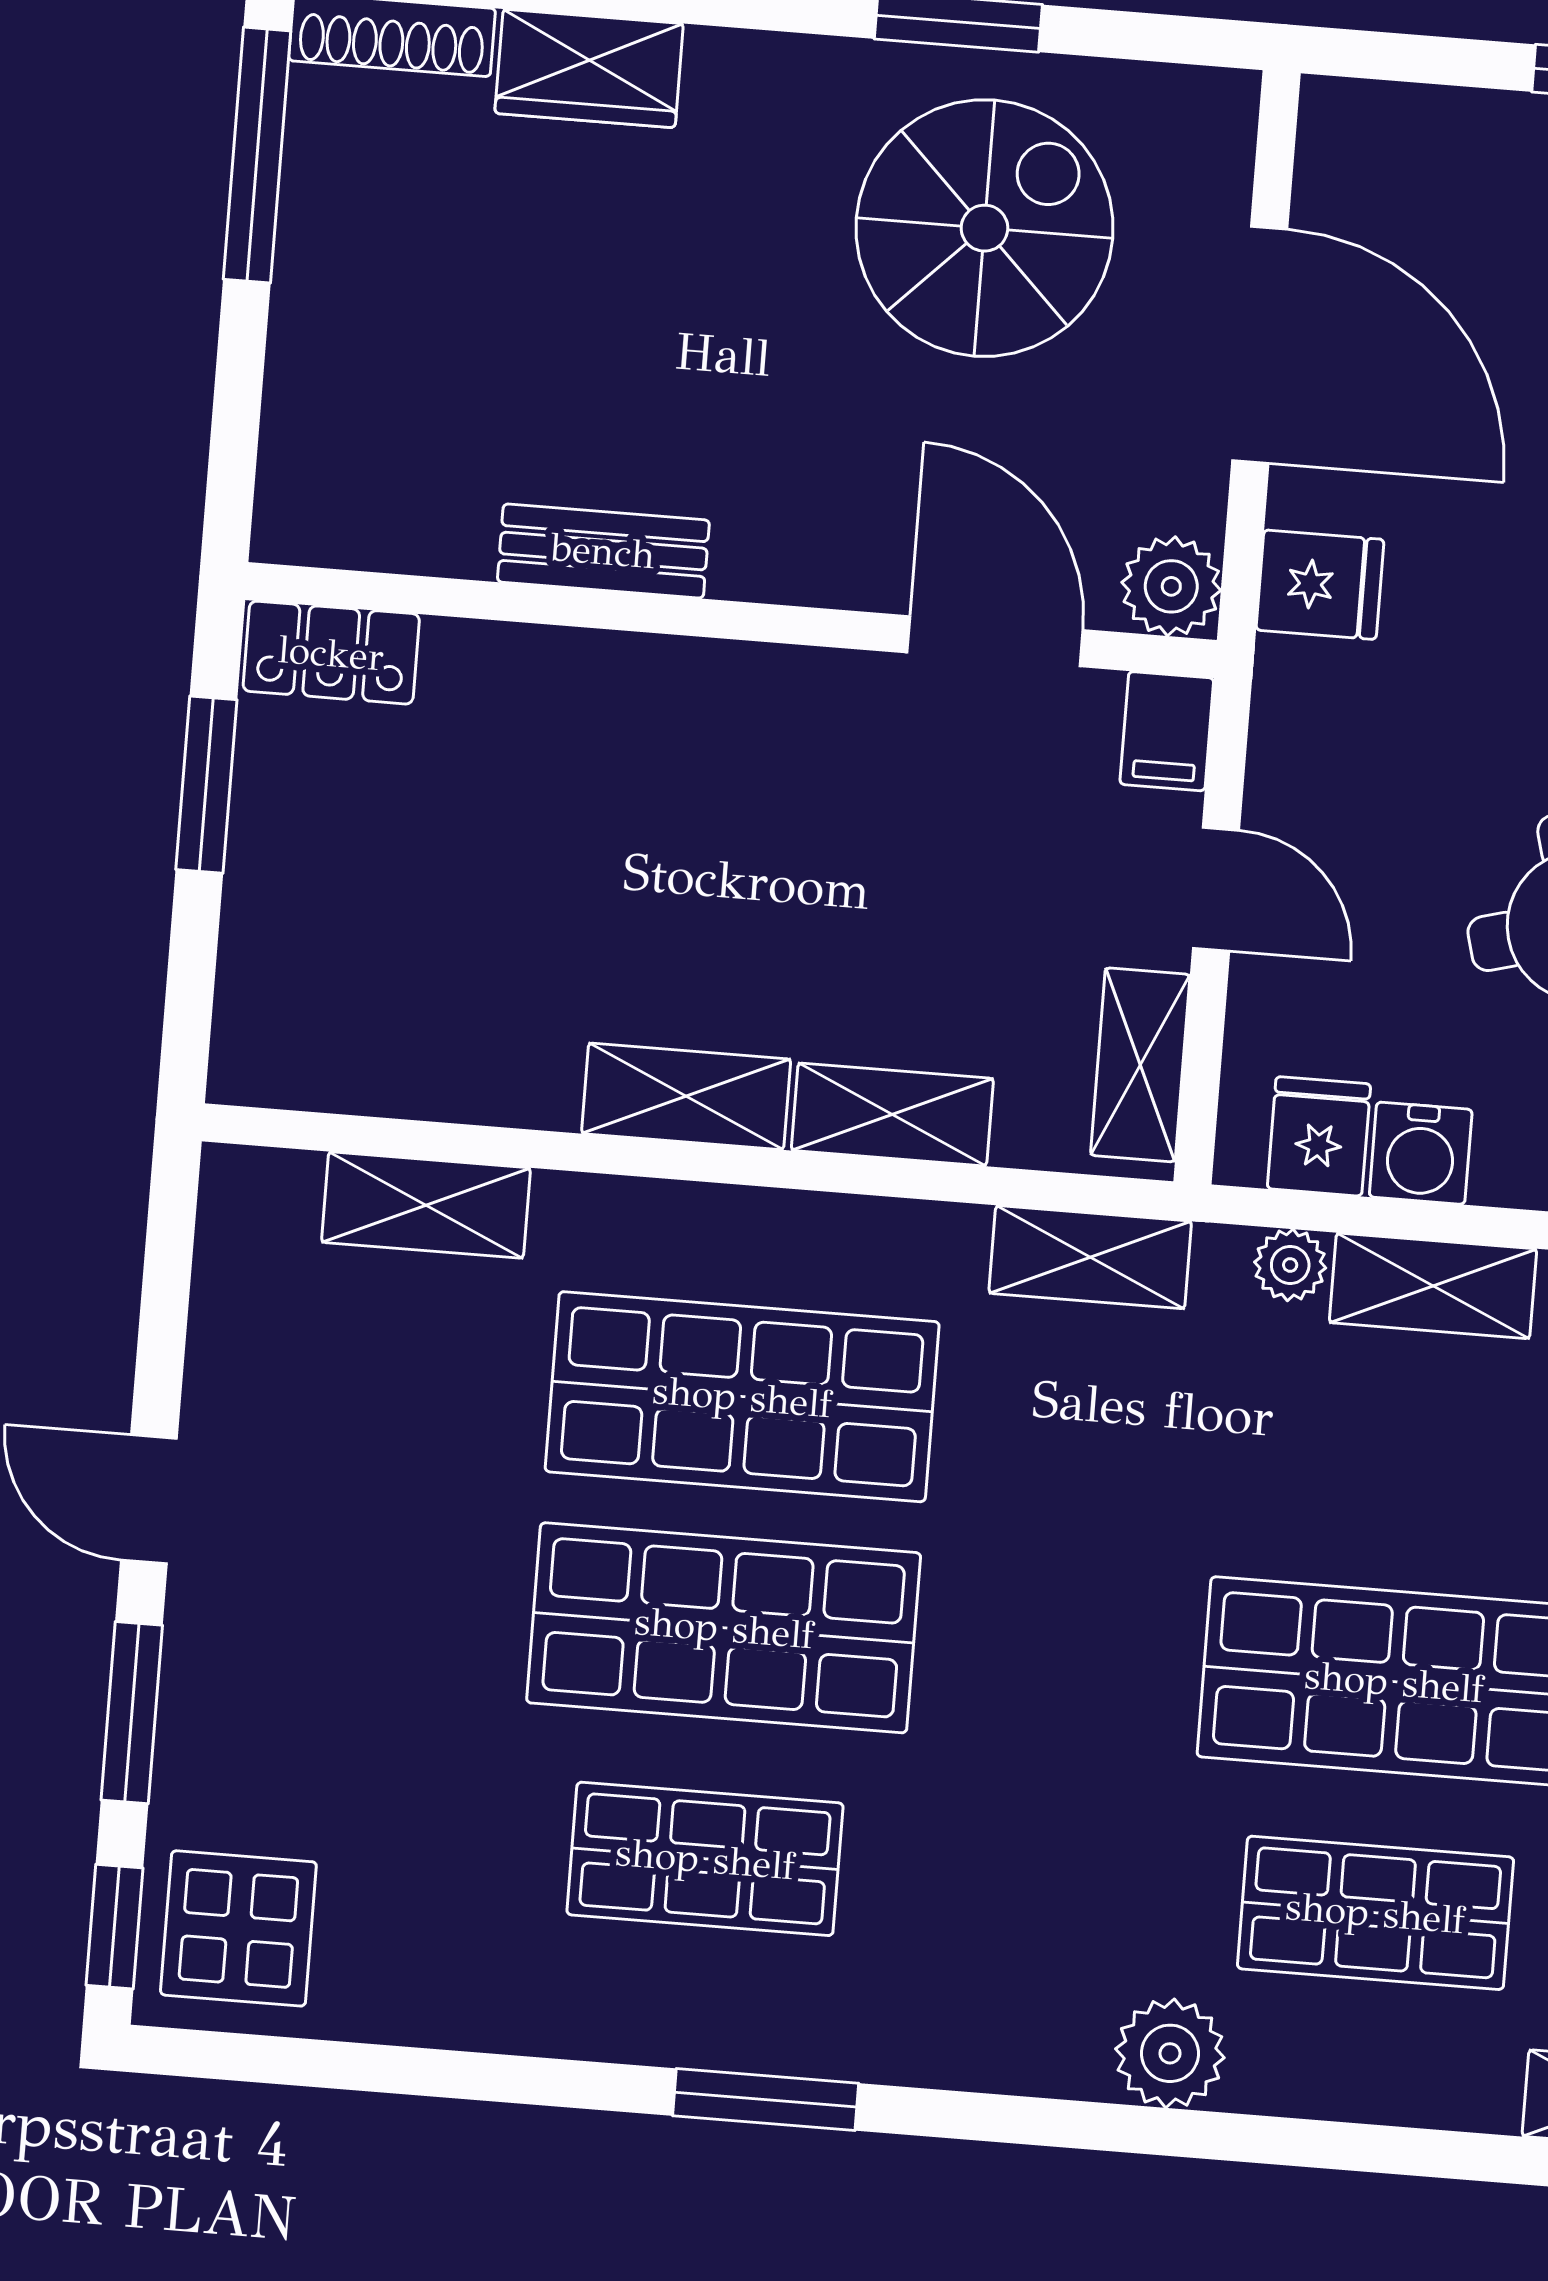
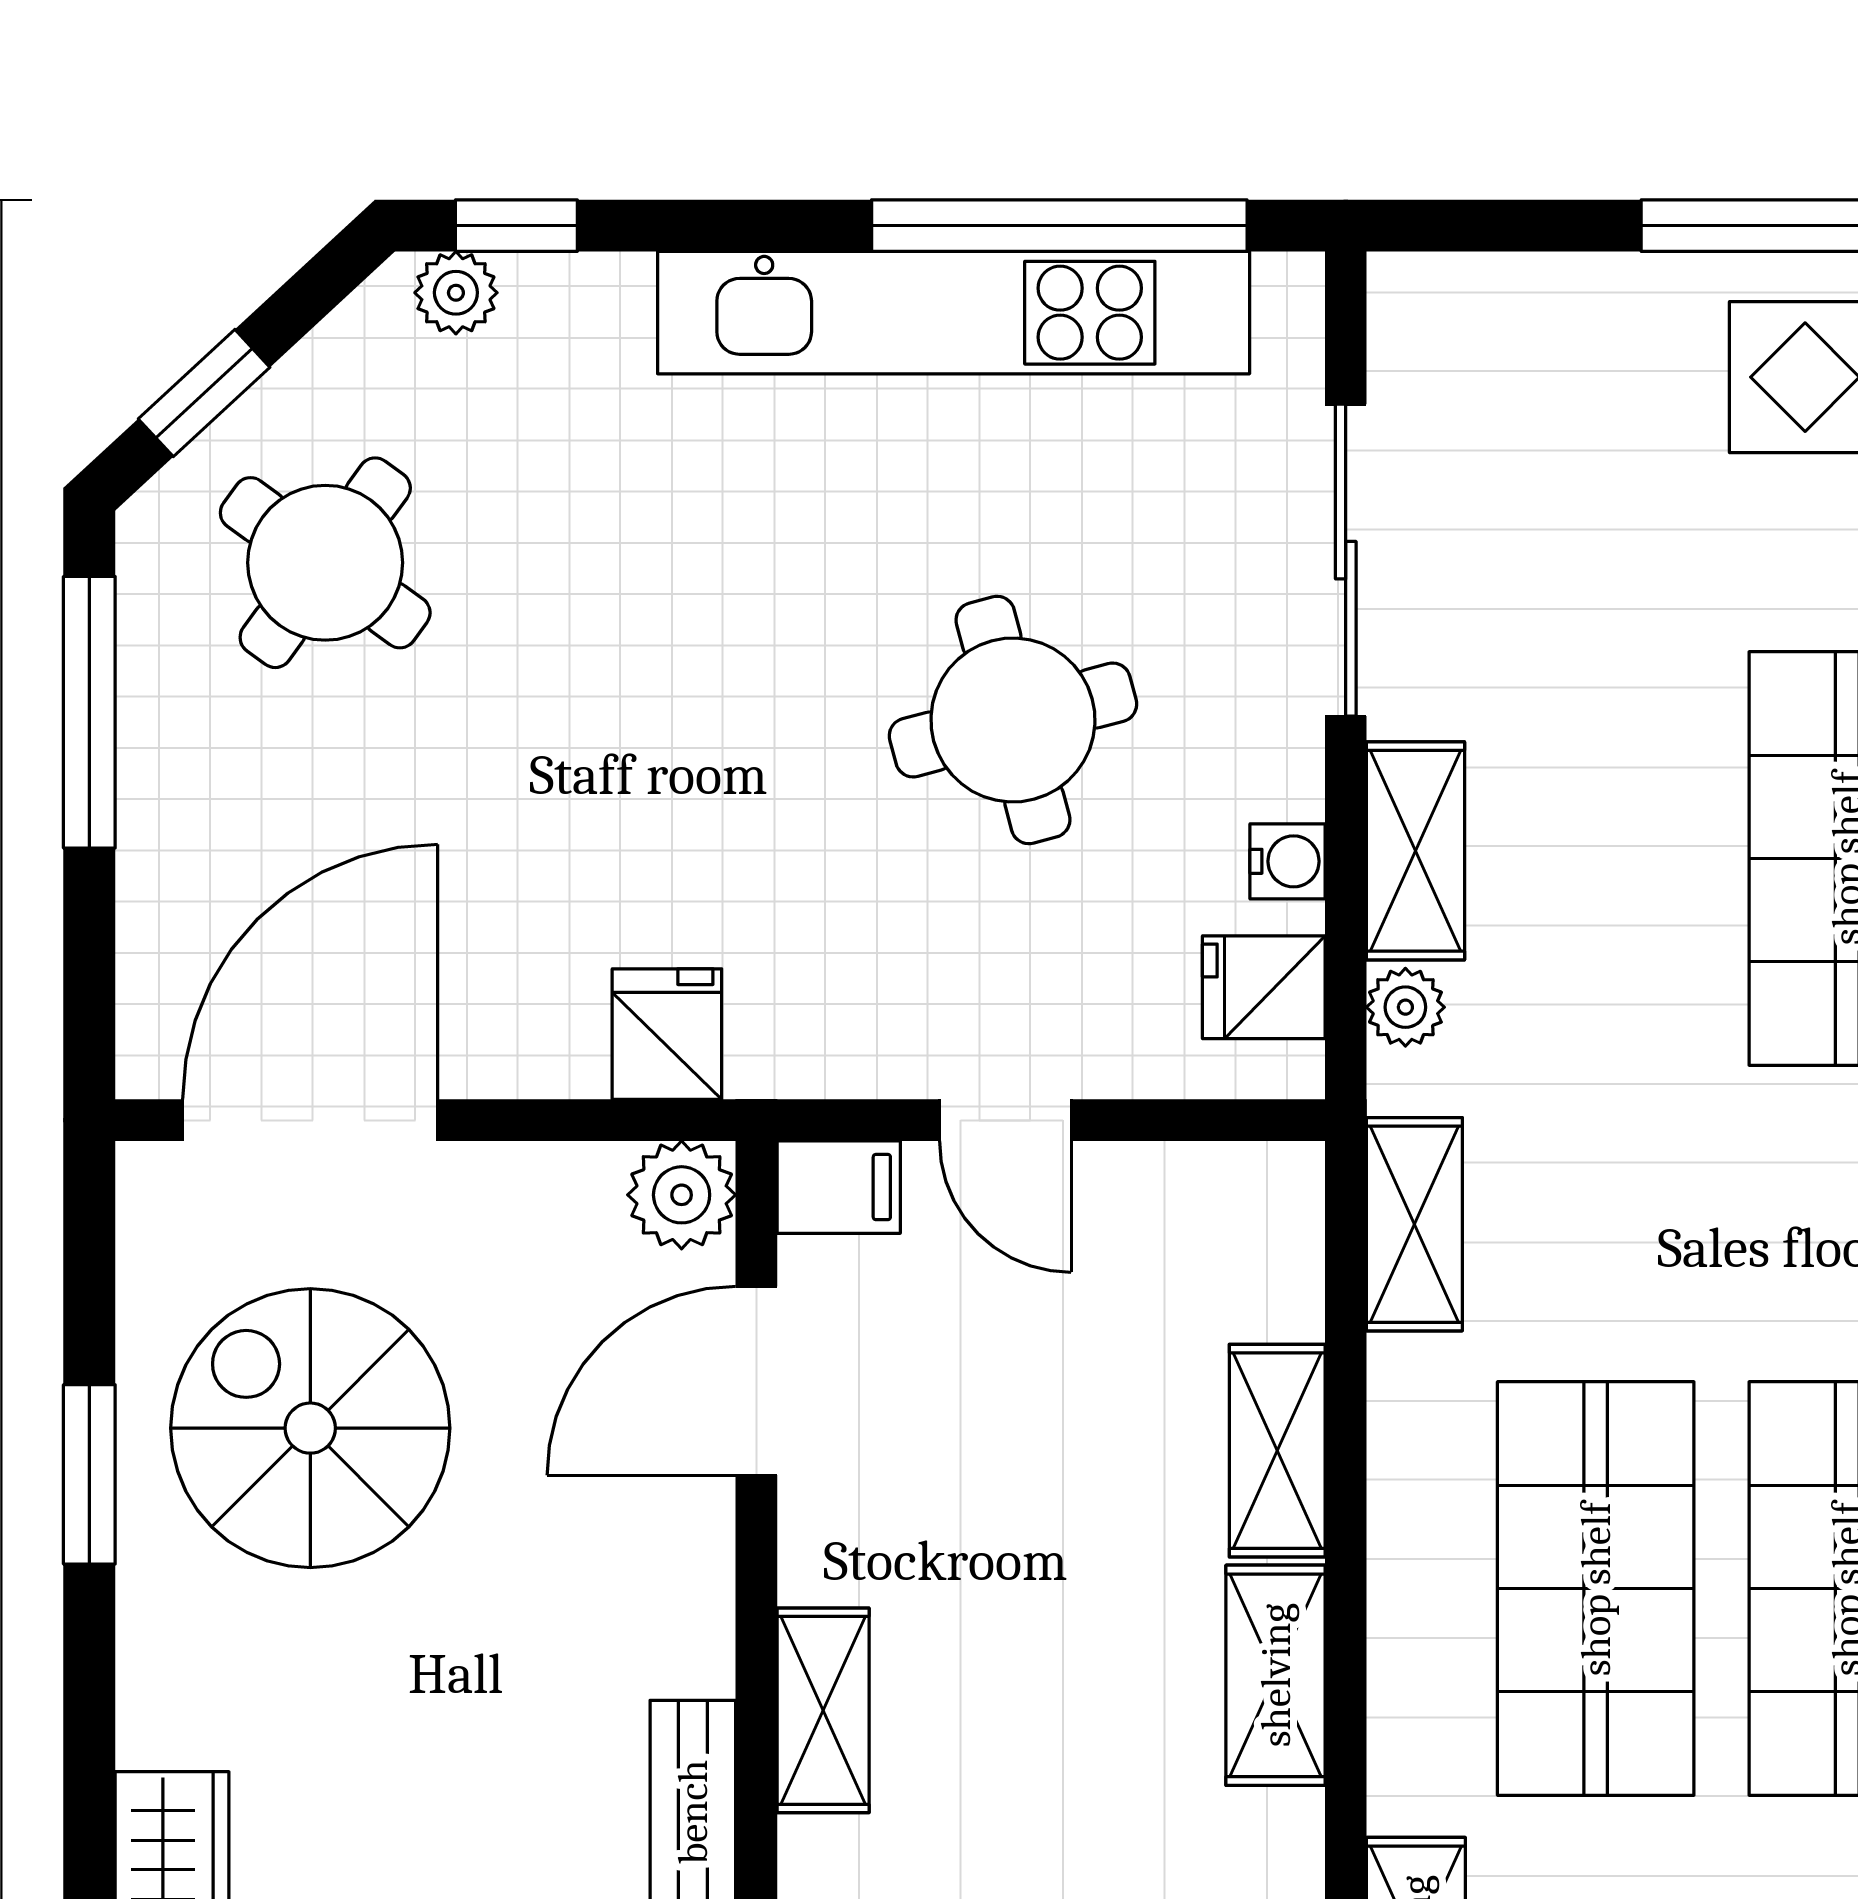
door: (1260, 345) -> (310, 1120), moved
door: (1216, 889) -> (1005, 1120), swing flipped
shelving: (1140, 1065) -> (823, 1710), moved, turned 90
water cooler: (1421, 1153) -> (1288, 861), width x0.72, depth x0.72

